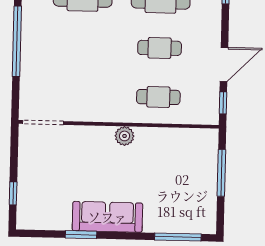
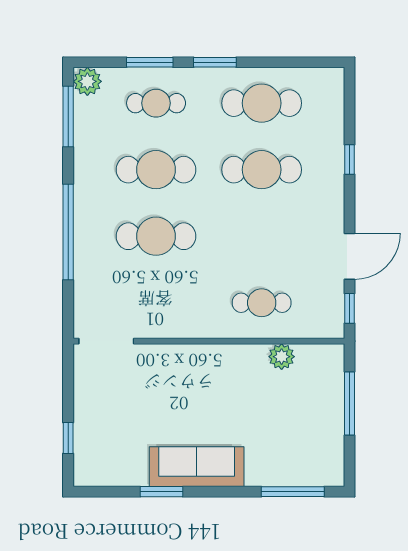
cafe table: (160, 48) -> (156, 236), moved, width x1.37, depth x1.35
plant: (125, 136) -> (282, 357), moved

